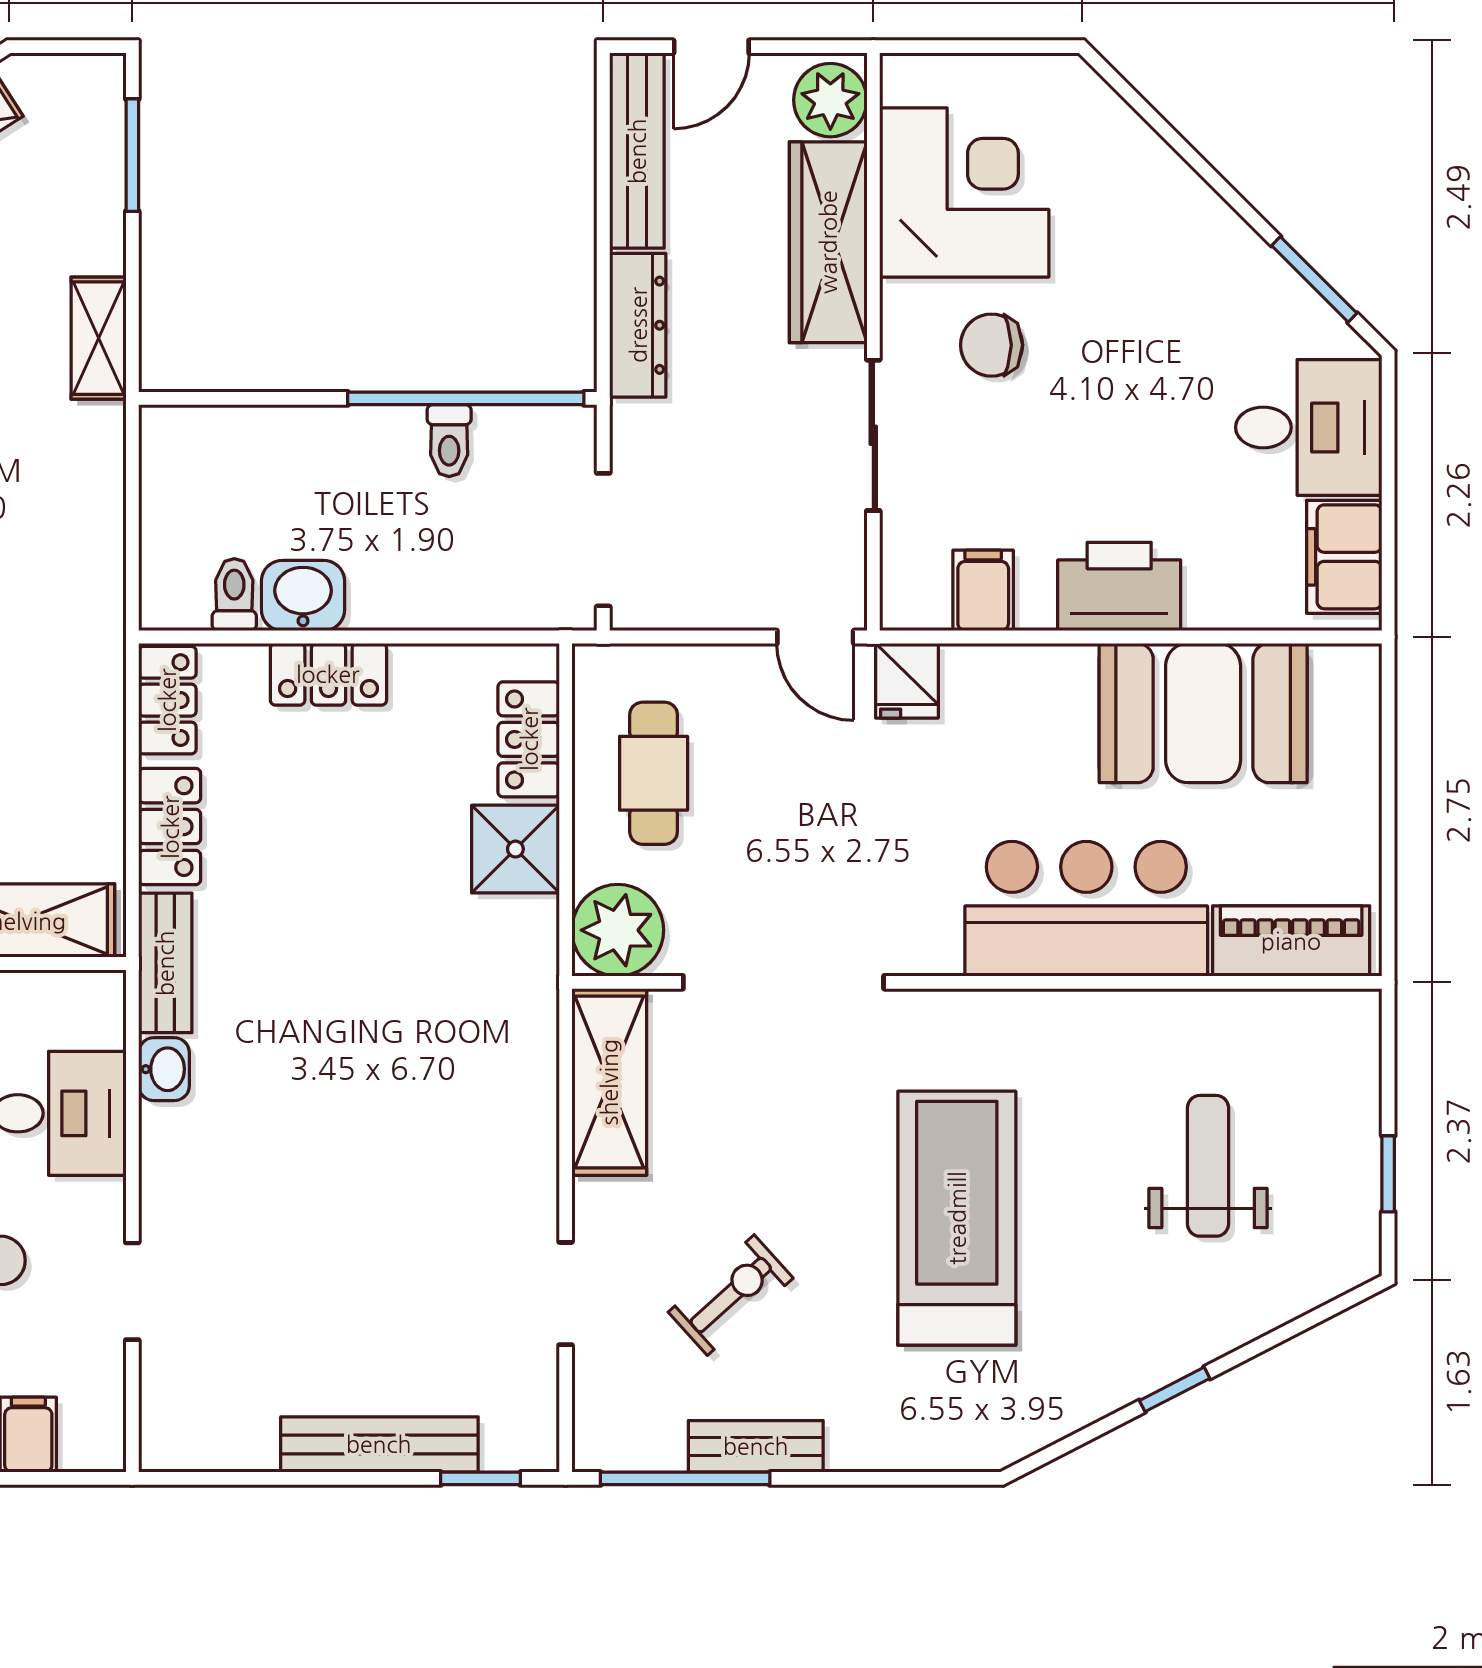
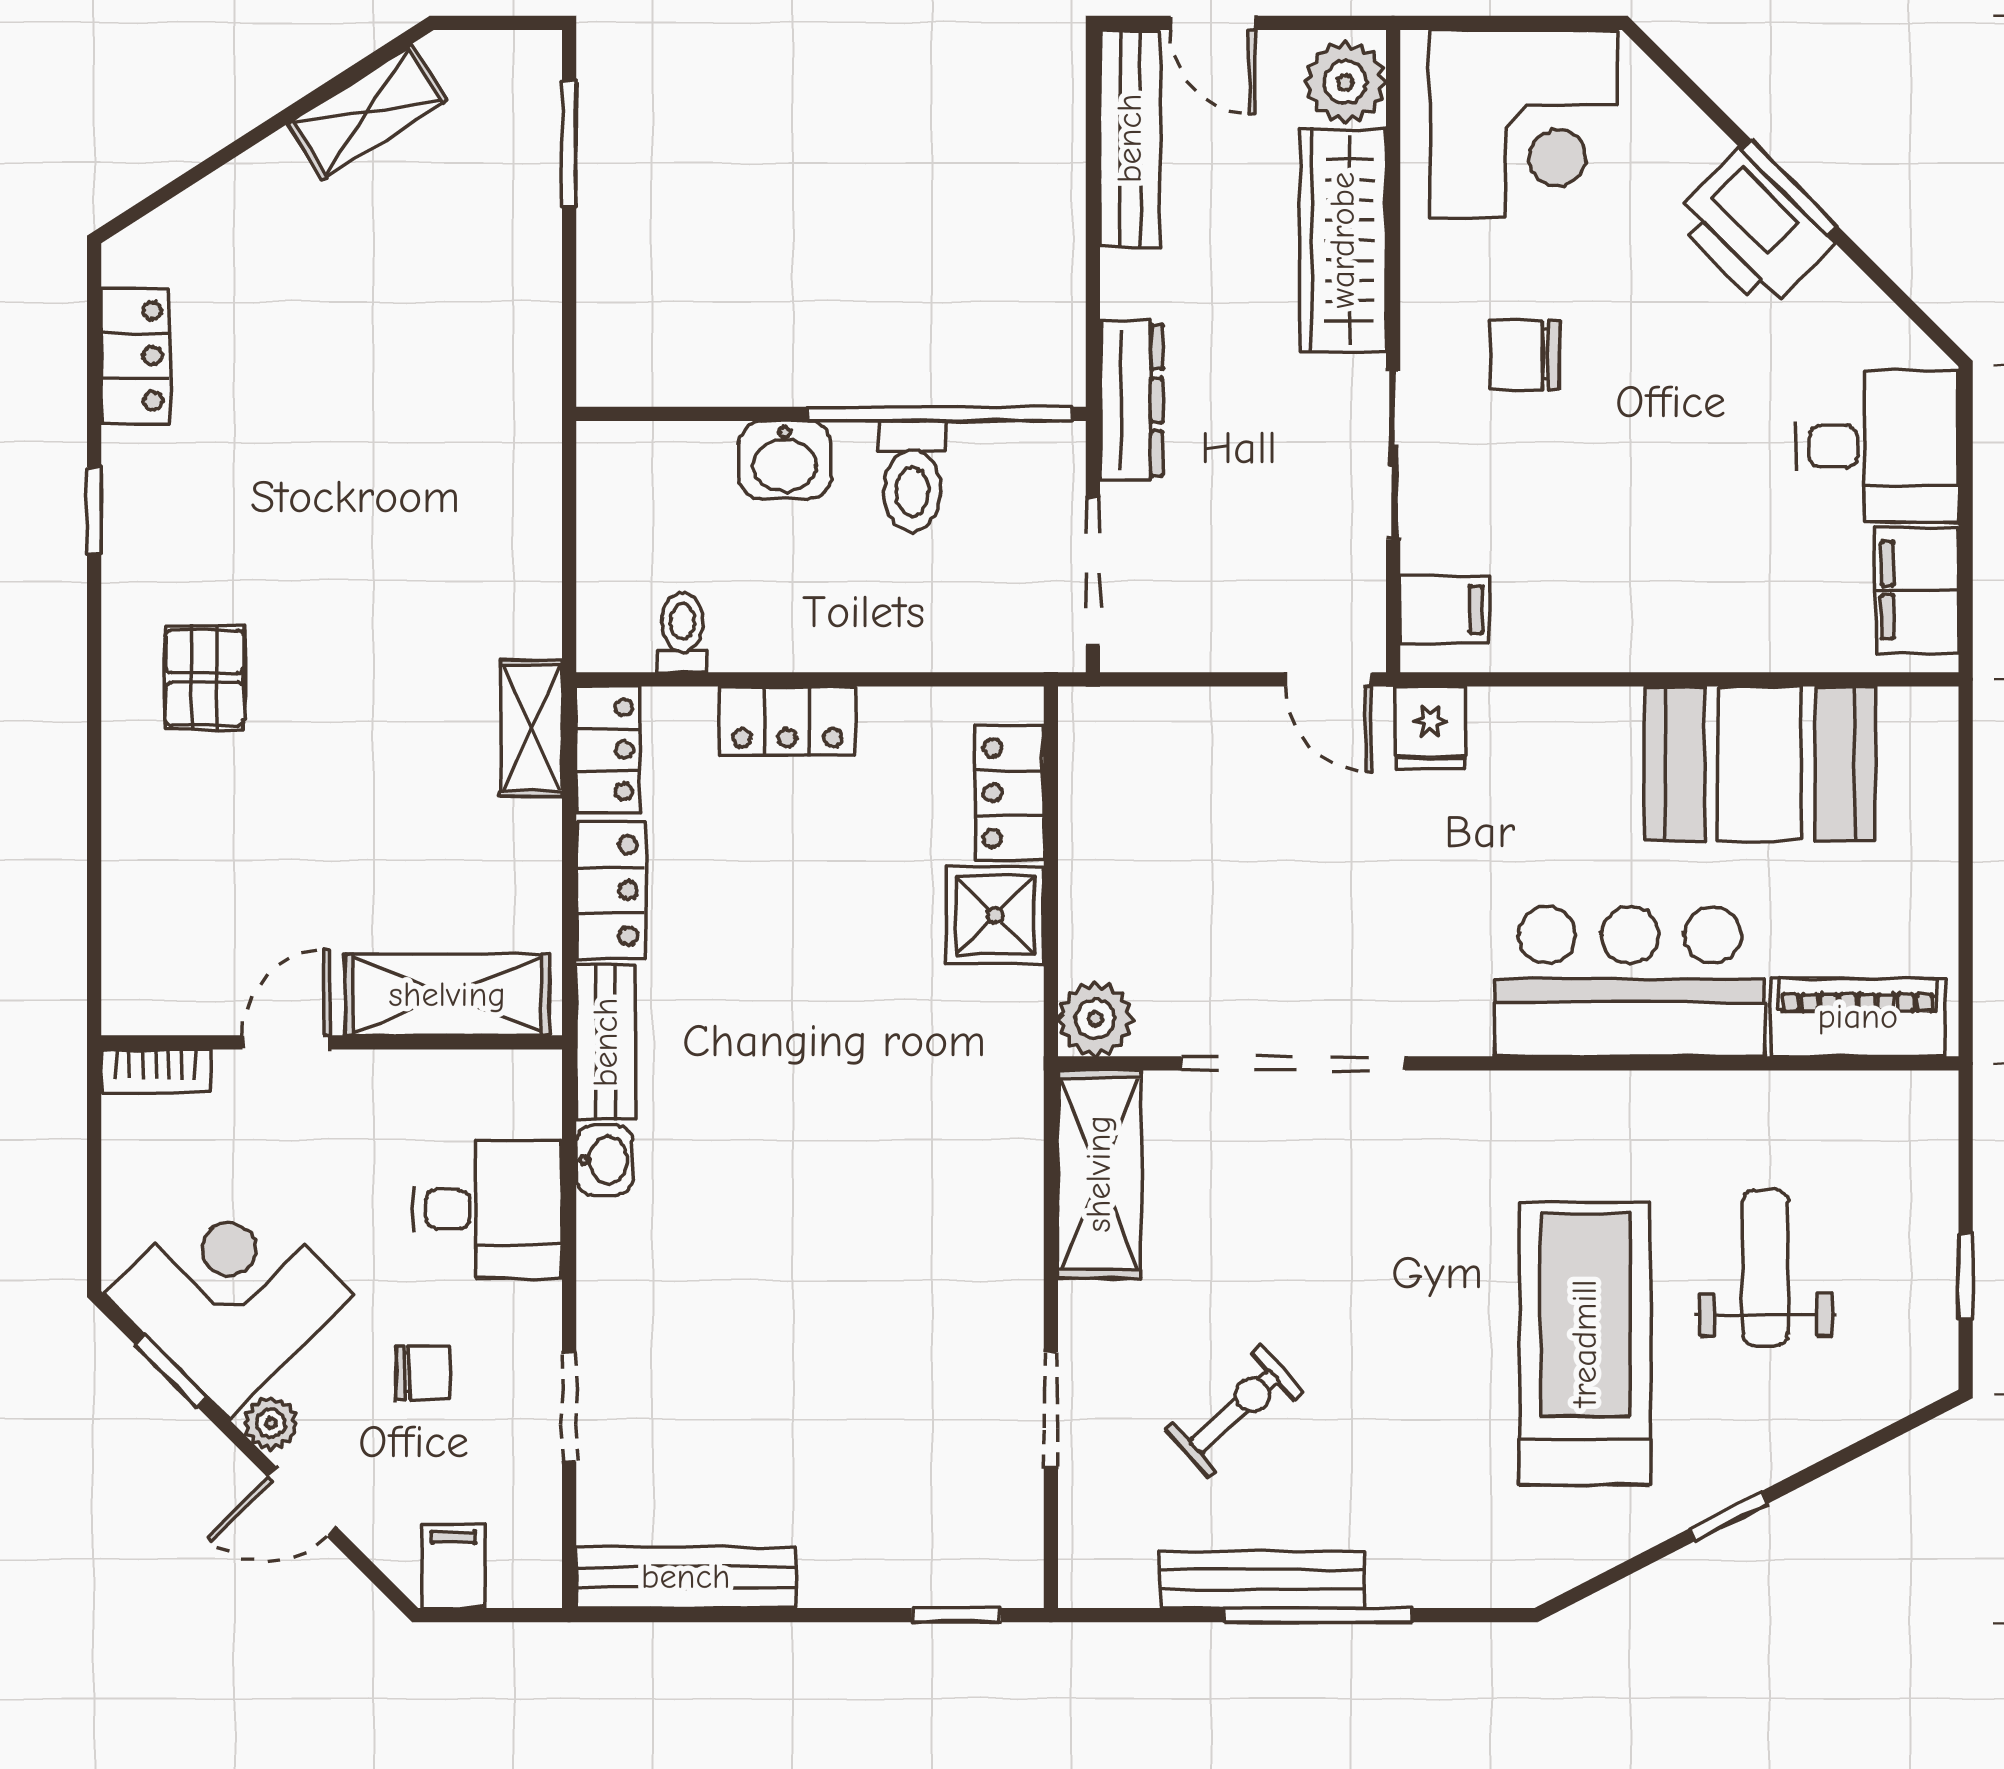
door: (711, 47) -> (1213, 23), hinge flipped
corner desk: (964, 192) -> (1524, 124), moved, turned 90
window: (1314, 279) -> (1790, 188), moved
dresser: (638, 325) -> (1131, 400), moved
shelving: (99, 338) -> (531, 728), moved
toilet: (449, 441) -> (912, 476), width x1.37, depth x1.39
printer: (1119, 586) -> (1753, 230), moved, turned -135
filing cabinet: (983, 590) -> (1445, 610), moved, turned 90
washbasin: (303, 595) -> (785, 460), moved, turned 180
cafe table: (654, 773) -> (1149, 831), removed
plant: (618, 930) -> (1095, 1019), width x0.73, depth x0.73
treadmill: (957, 1218) -> (1585, 1343), moved
bench: (379, 1444) -> (686, 1577), moved
bench: (756, 1446) -> (1262, 1579), width x1.36
window: (685, 1478) -> (1318, 1615), moved

